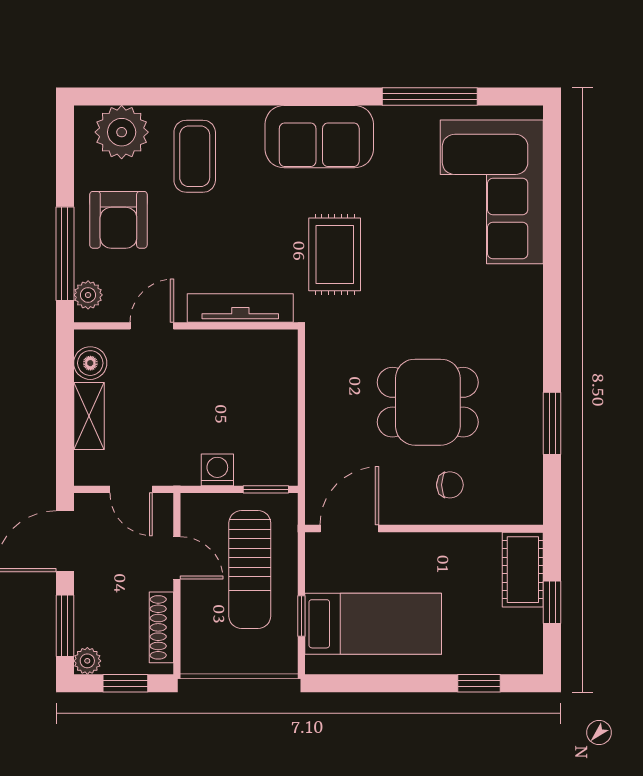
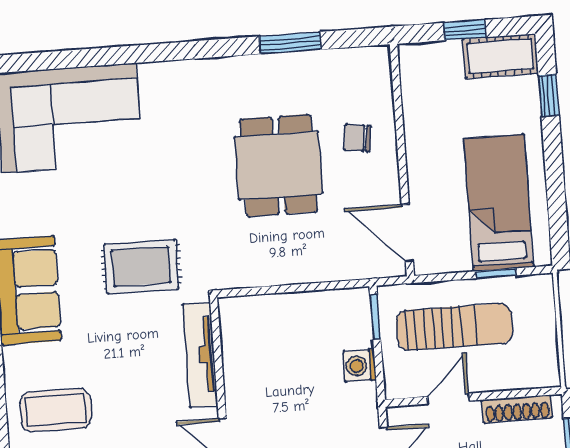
chair: (450, 485) -> (358, 138), turned -83
cot: (523, 570) -> (500, 56), moved

